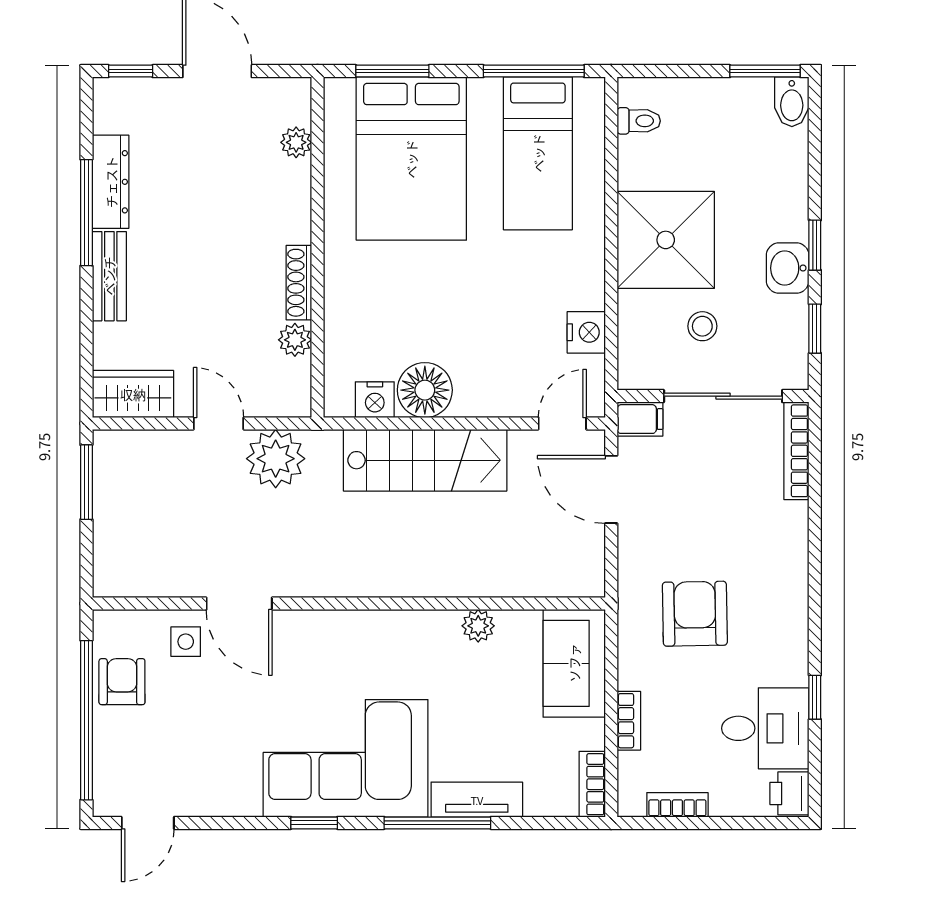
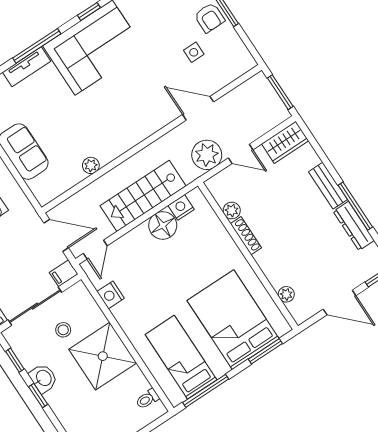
door: (239, 604) -> (198, 108), moved
wall: (349, 604) -> (152, 139), moved
plant: (478, 626) -> (91, 165), moved

